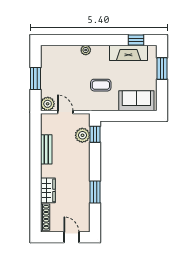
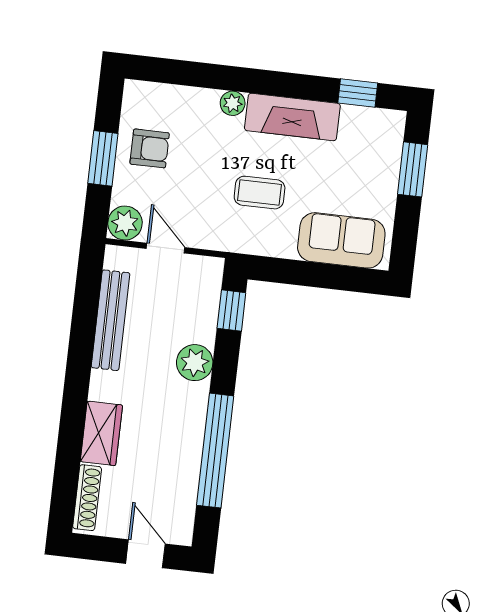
fireplace: (128, 53) -> (292, 117), moved
armchair: (54, 72) -> (150, 148), added
plant: (82, 135) -> (195, 363), moved
bench: (46, 149) -> (110, 320), width x1.36
window: (95, 192) -> (215, 451), width x2.11

